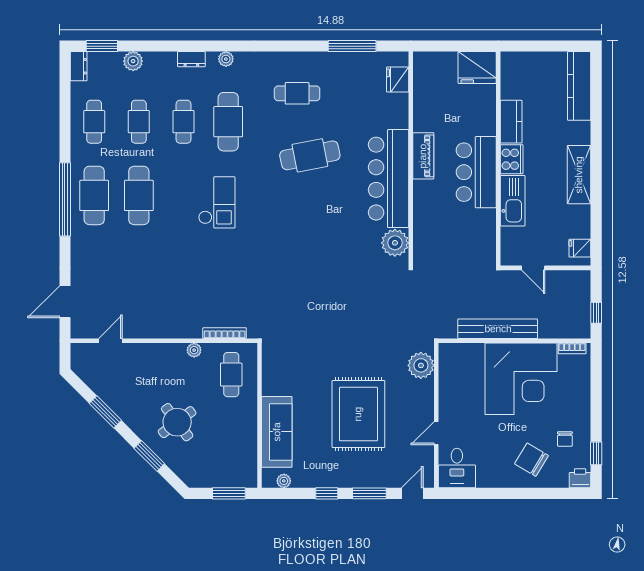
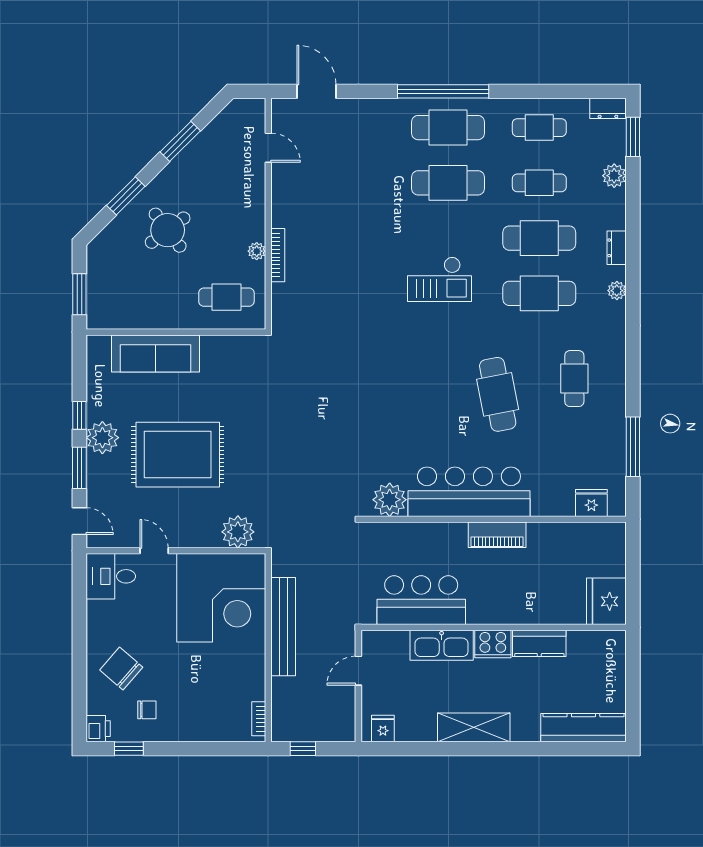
cafe table: (183, 122) -> (539, 238), width x1.37, depth x1.35
bar counter: (476, 172) -> (421, 600), moved
bookcase: (225, 333) -> (278, 255), moved
corner desk: (521, 379) -> (221, 598), moved, turned -90
chair: (565, 439) -> (147, 710), turned 180
chair: (531, 460) -> (121, 669), turned -80
plant: (284, 481) -> (102, 438), moved, width x1.88, depth x1.88

